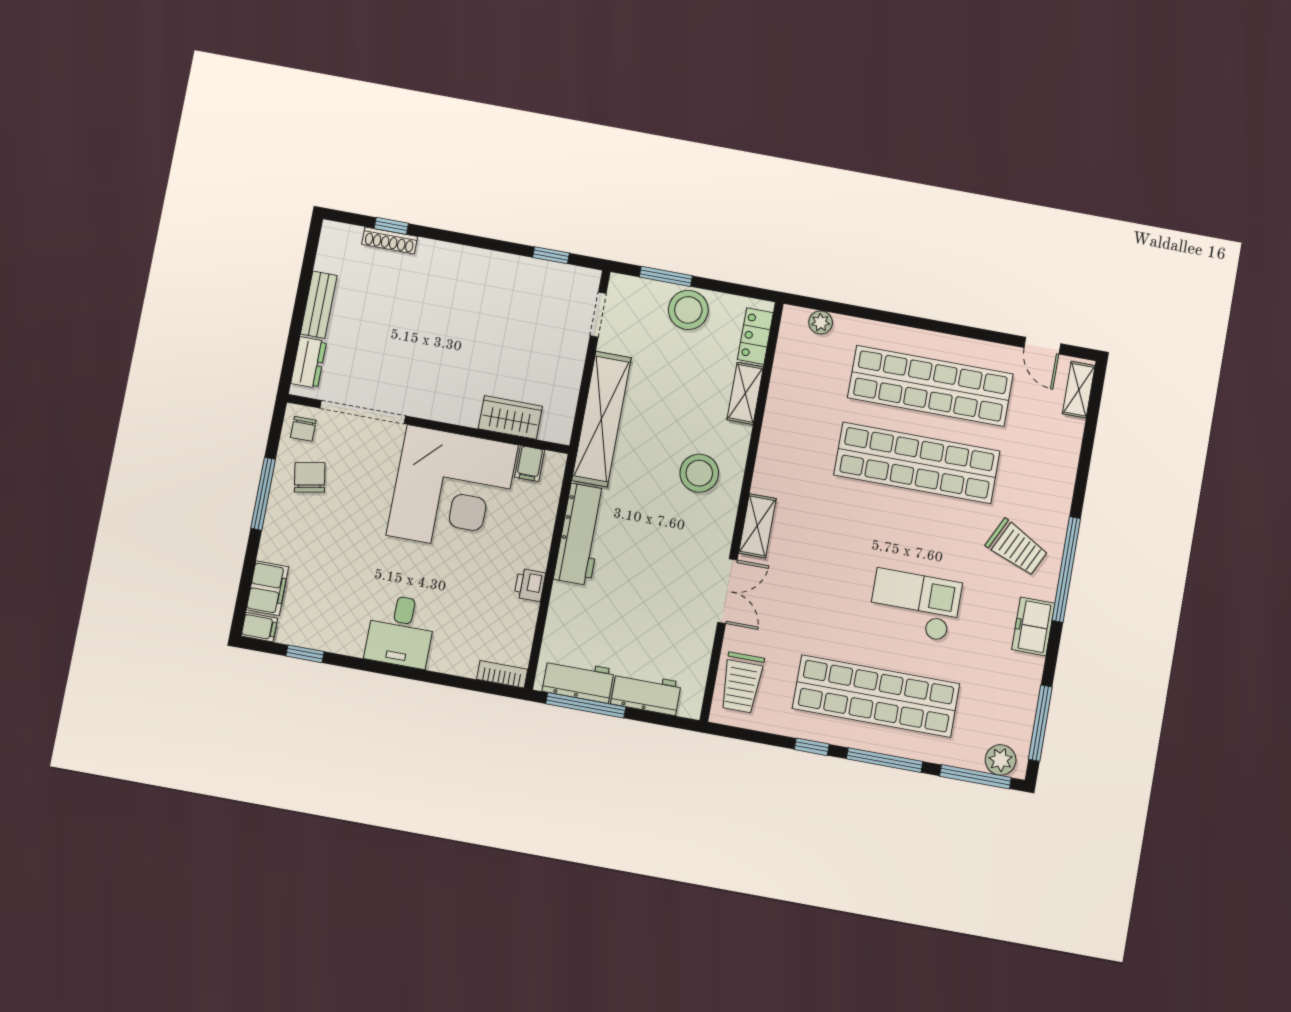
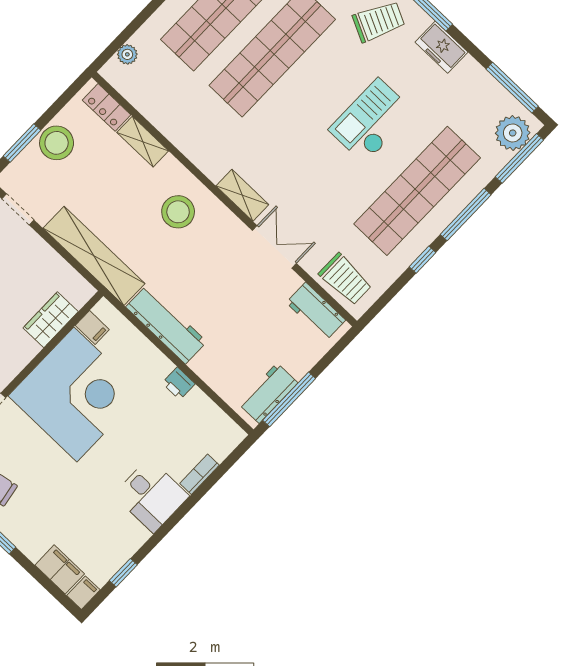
bookcase: (502, 674) -> (200, 474), moved
workbench: (646, 693) -> (316, 311), moved, turned -90
plant: (1001, 760) -> (513, 133), width x1.36, depth x1.36

